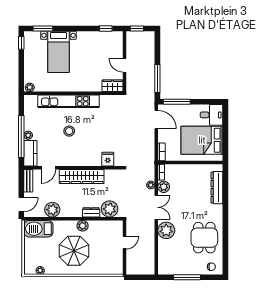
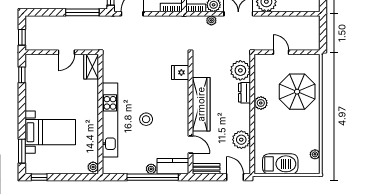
barbecue: (38, 229) -> (280, 164), moved, turned -90
parasol: (74, 251) -> (297, 92), moved

